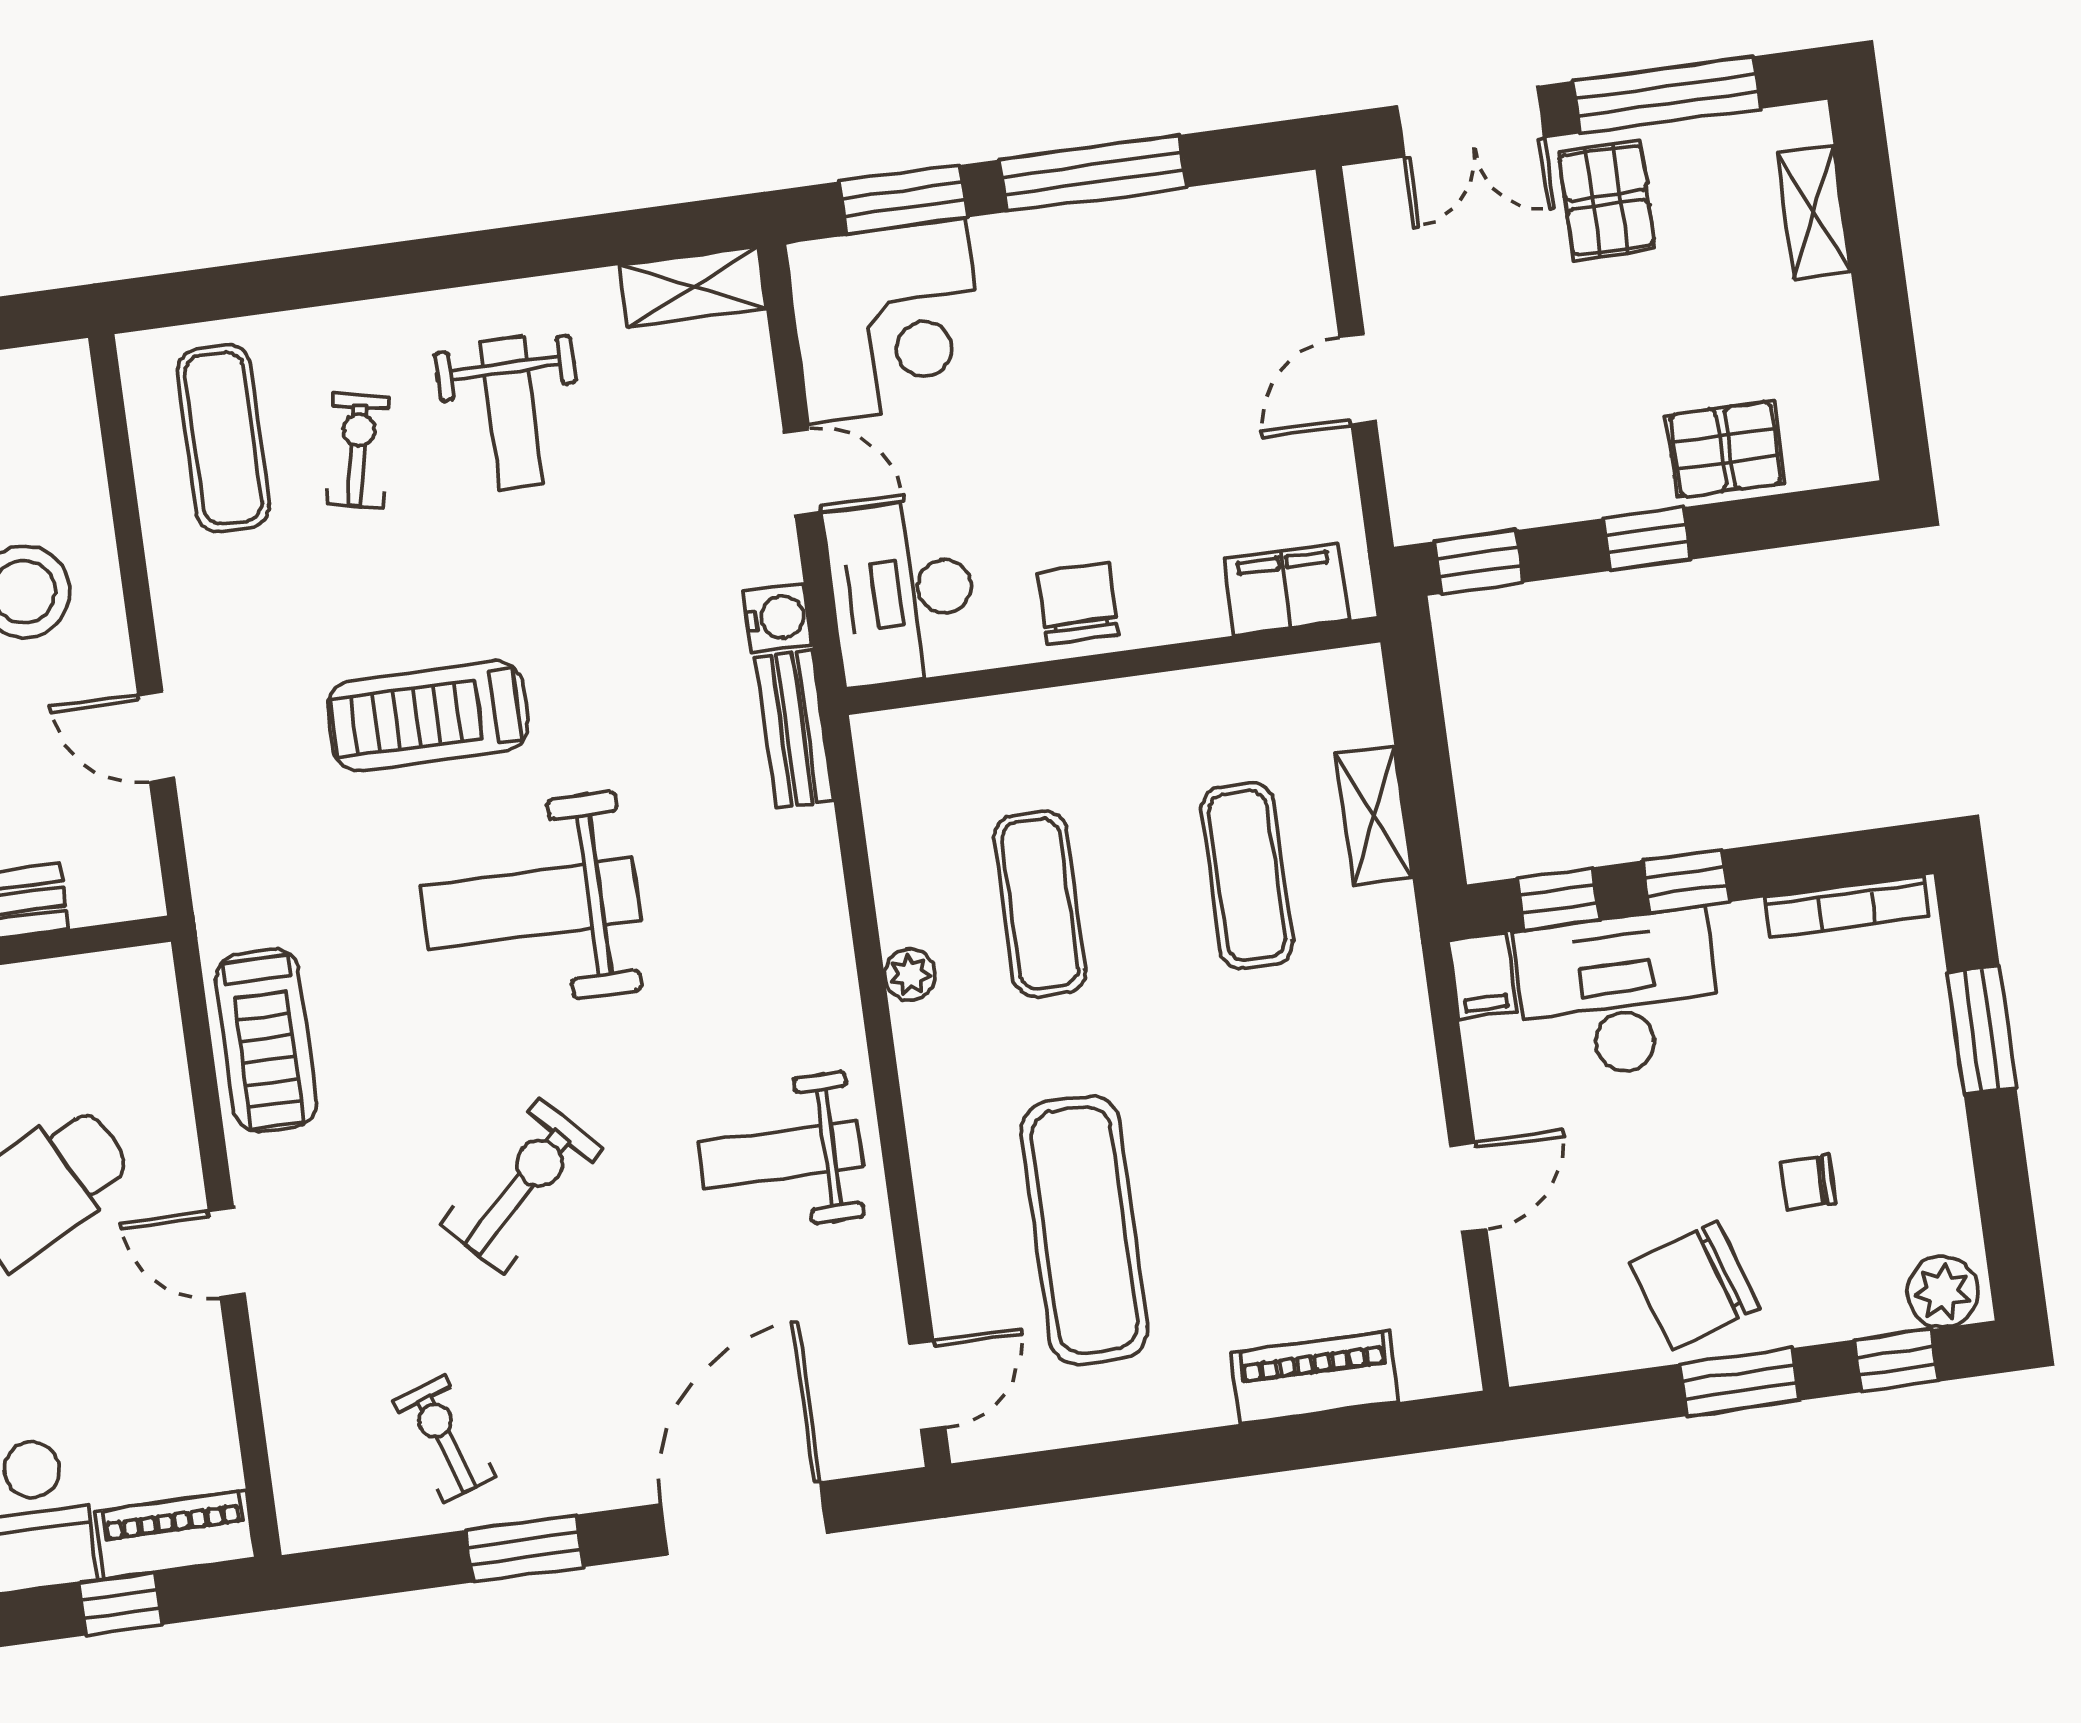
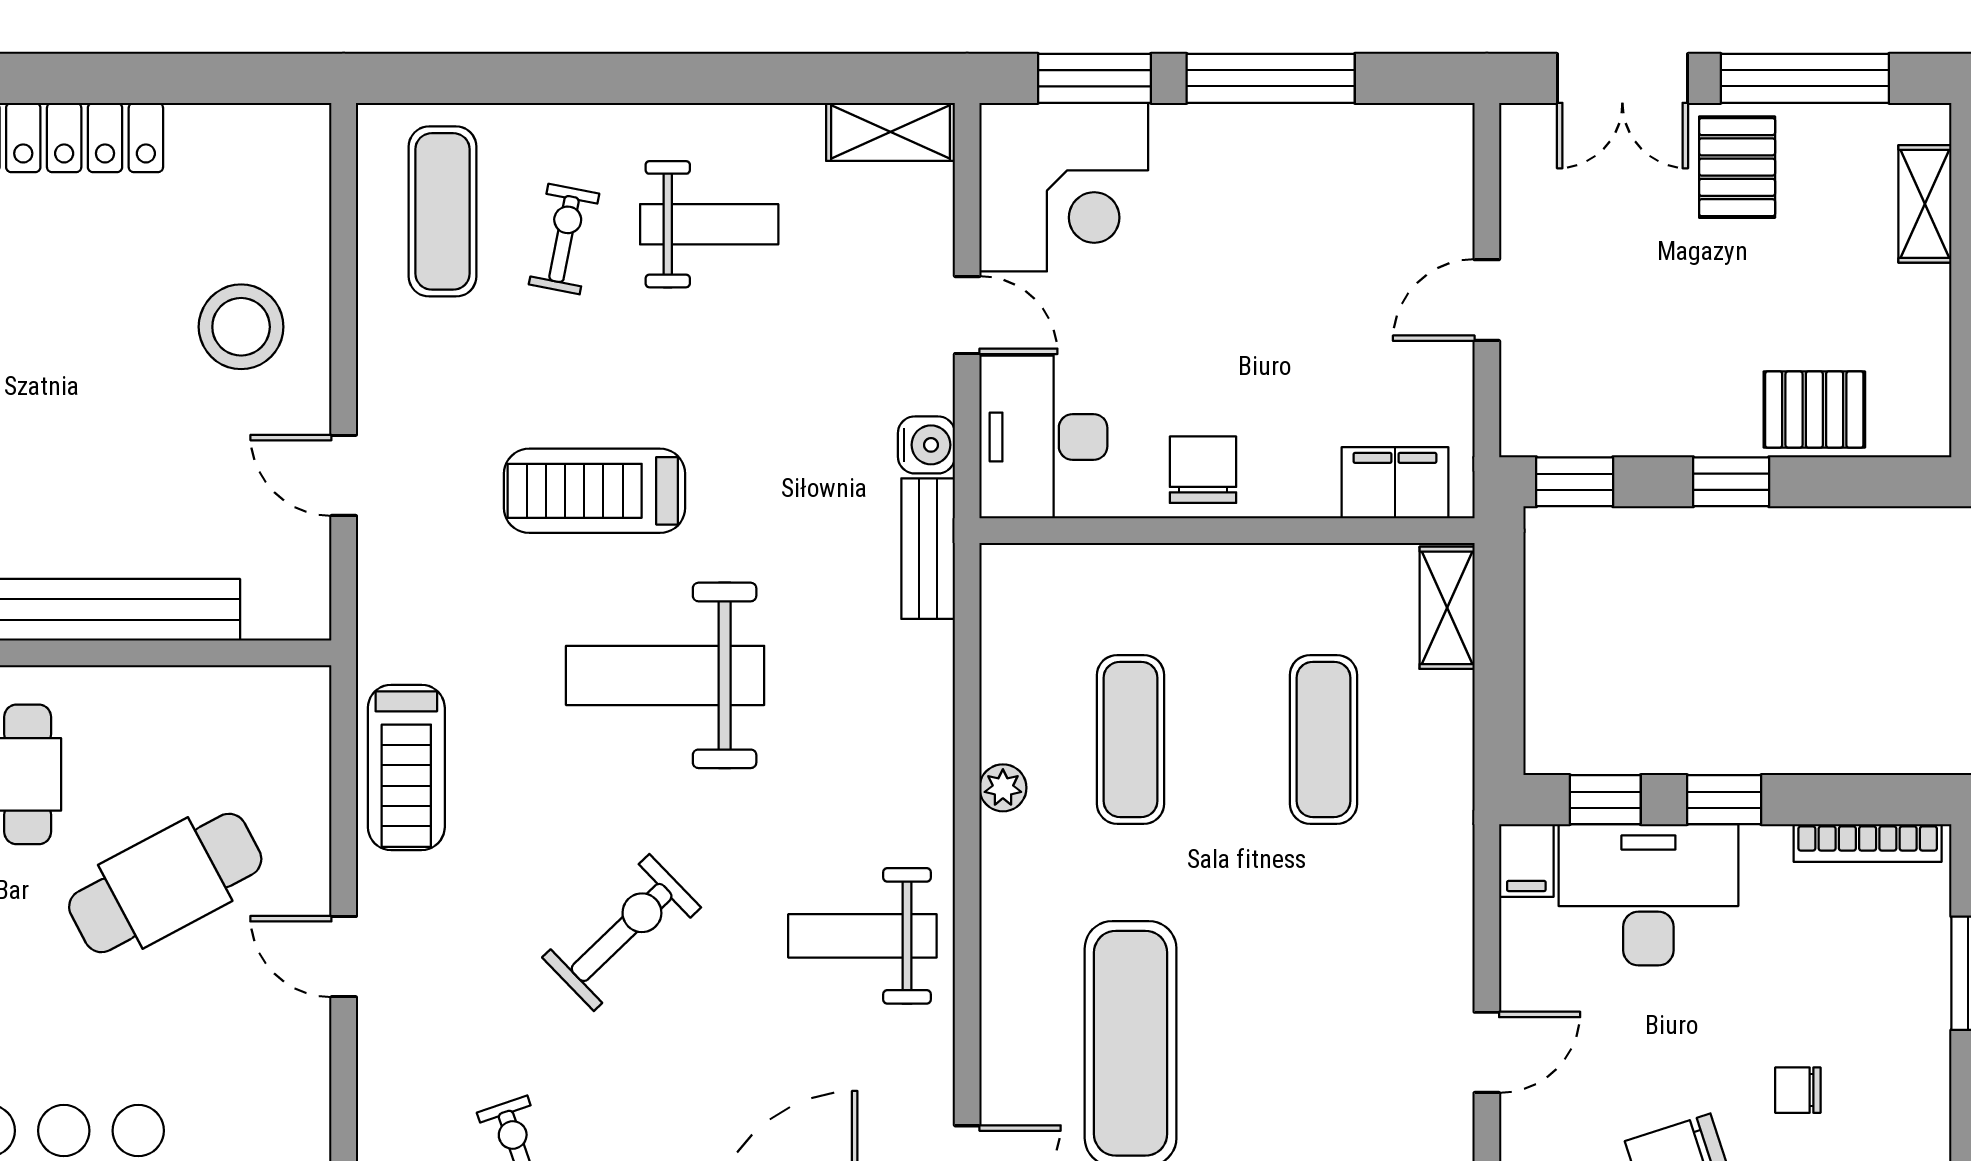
weight bench: (512, 413) -> (709, 224), turned -90
shelving: (1374, 815) -> (1447, 608), moved

